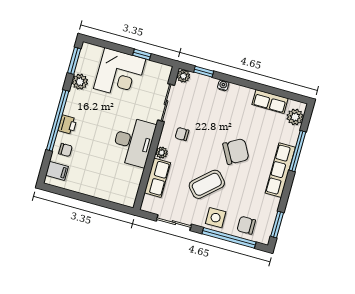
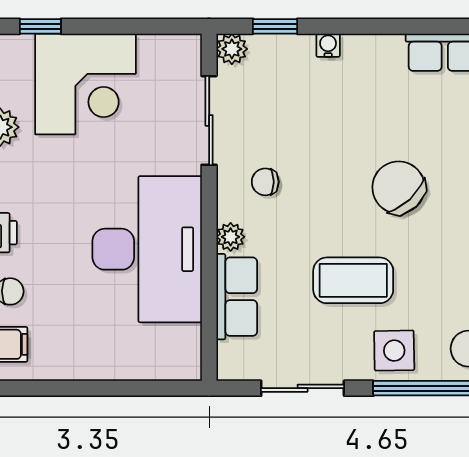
window: (142, 55) -> (40, 26), moved
desk: (133, 142) -> (147, 249), width x1.36, depth x1.30
chair: (236, 151) -> (399, 187), turned -104
coffee table: (207, 184) -> (353, 280), turned 42

